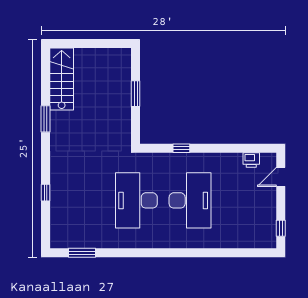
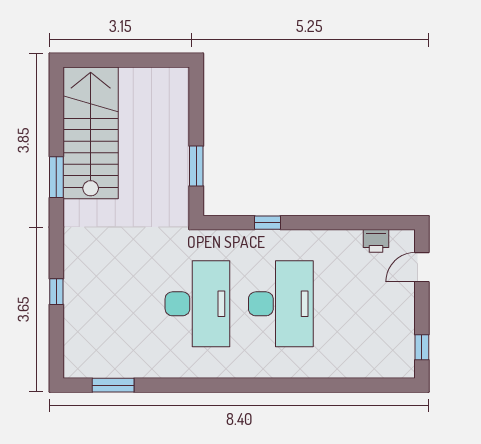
stairs: (62, 79) -> (91, 133), width x1.36, depth x1.51
window: (136, 94) -> (196, 166), moved
desk: (136, 200) -> (197, 304), turned 180

